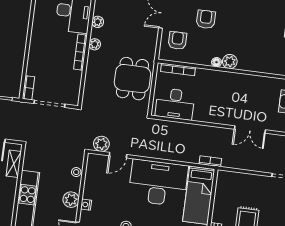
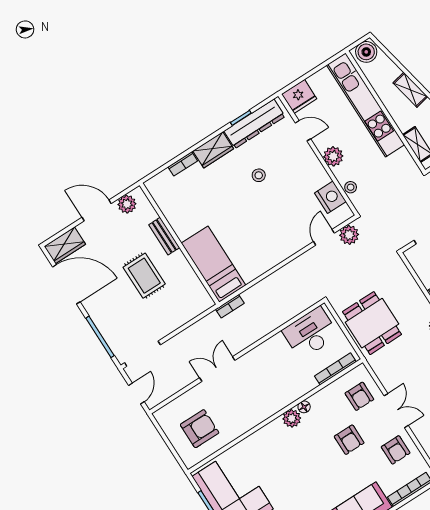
desk: (158, 183) -> (263, 243), removed
nightstand: (86, 205) -> (330, 197), moved, width x1.89, depth x1.79

